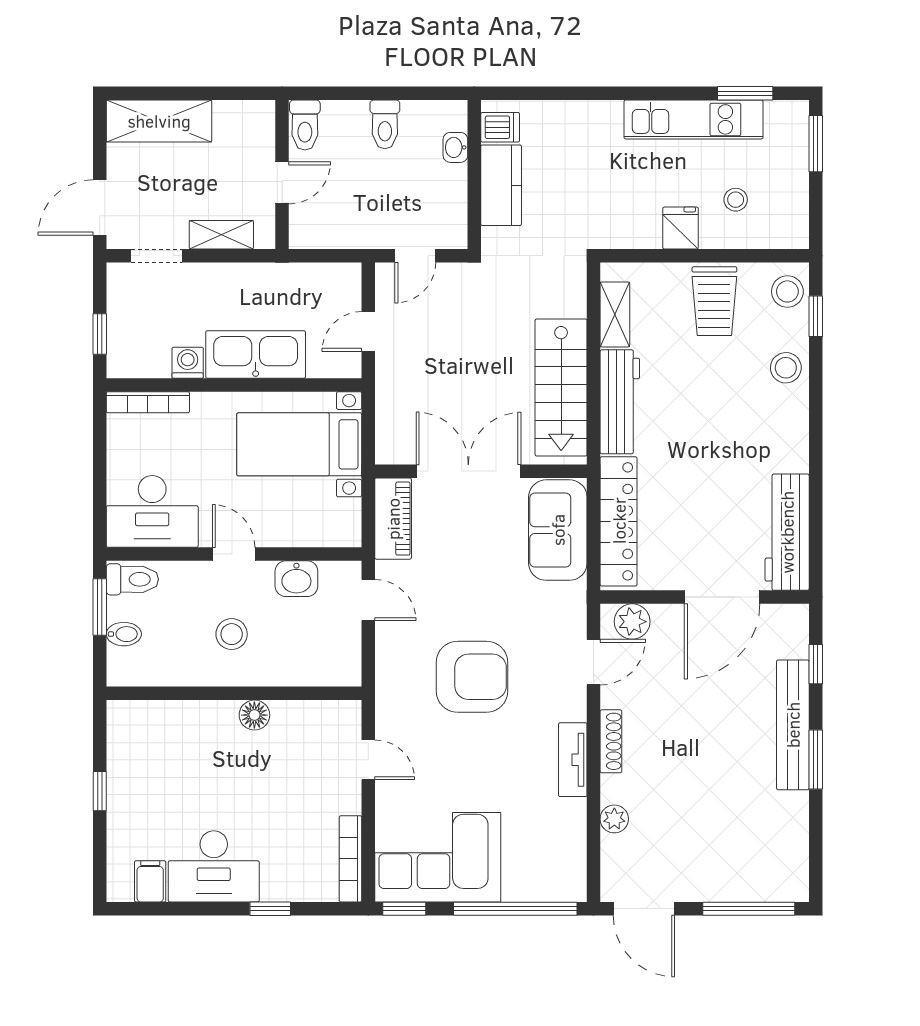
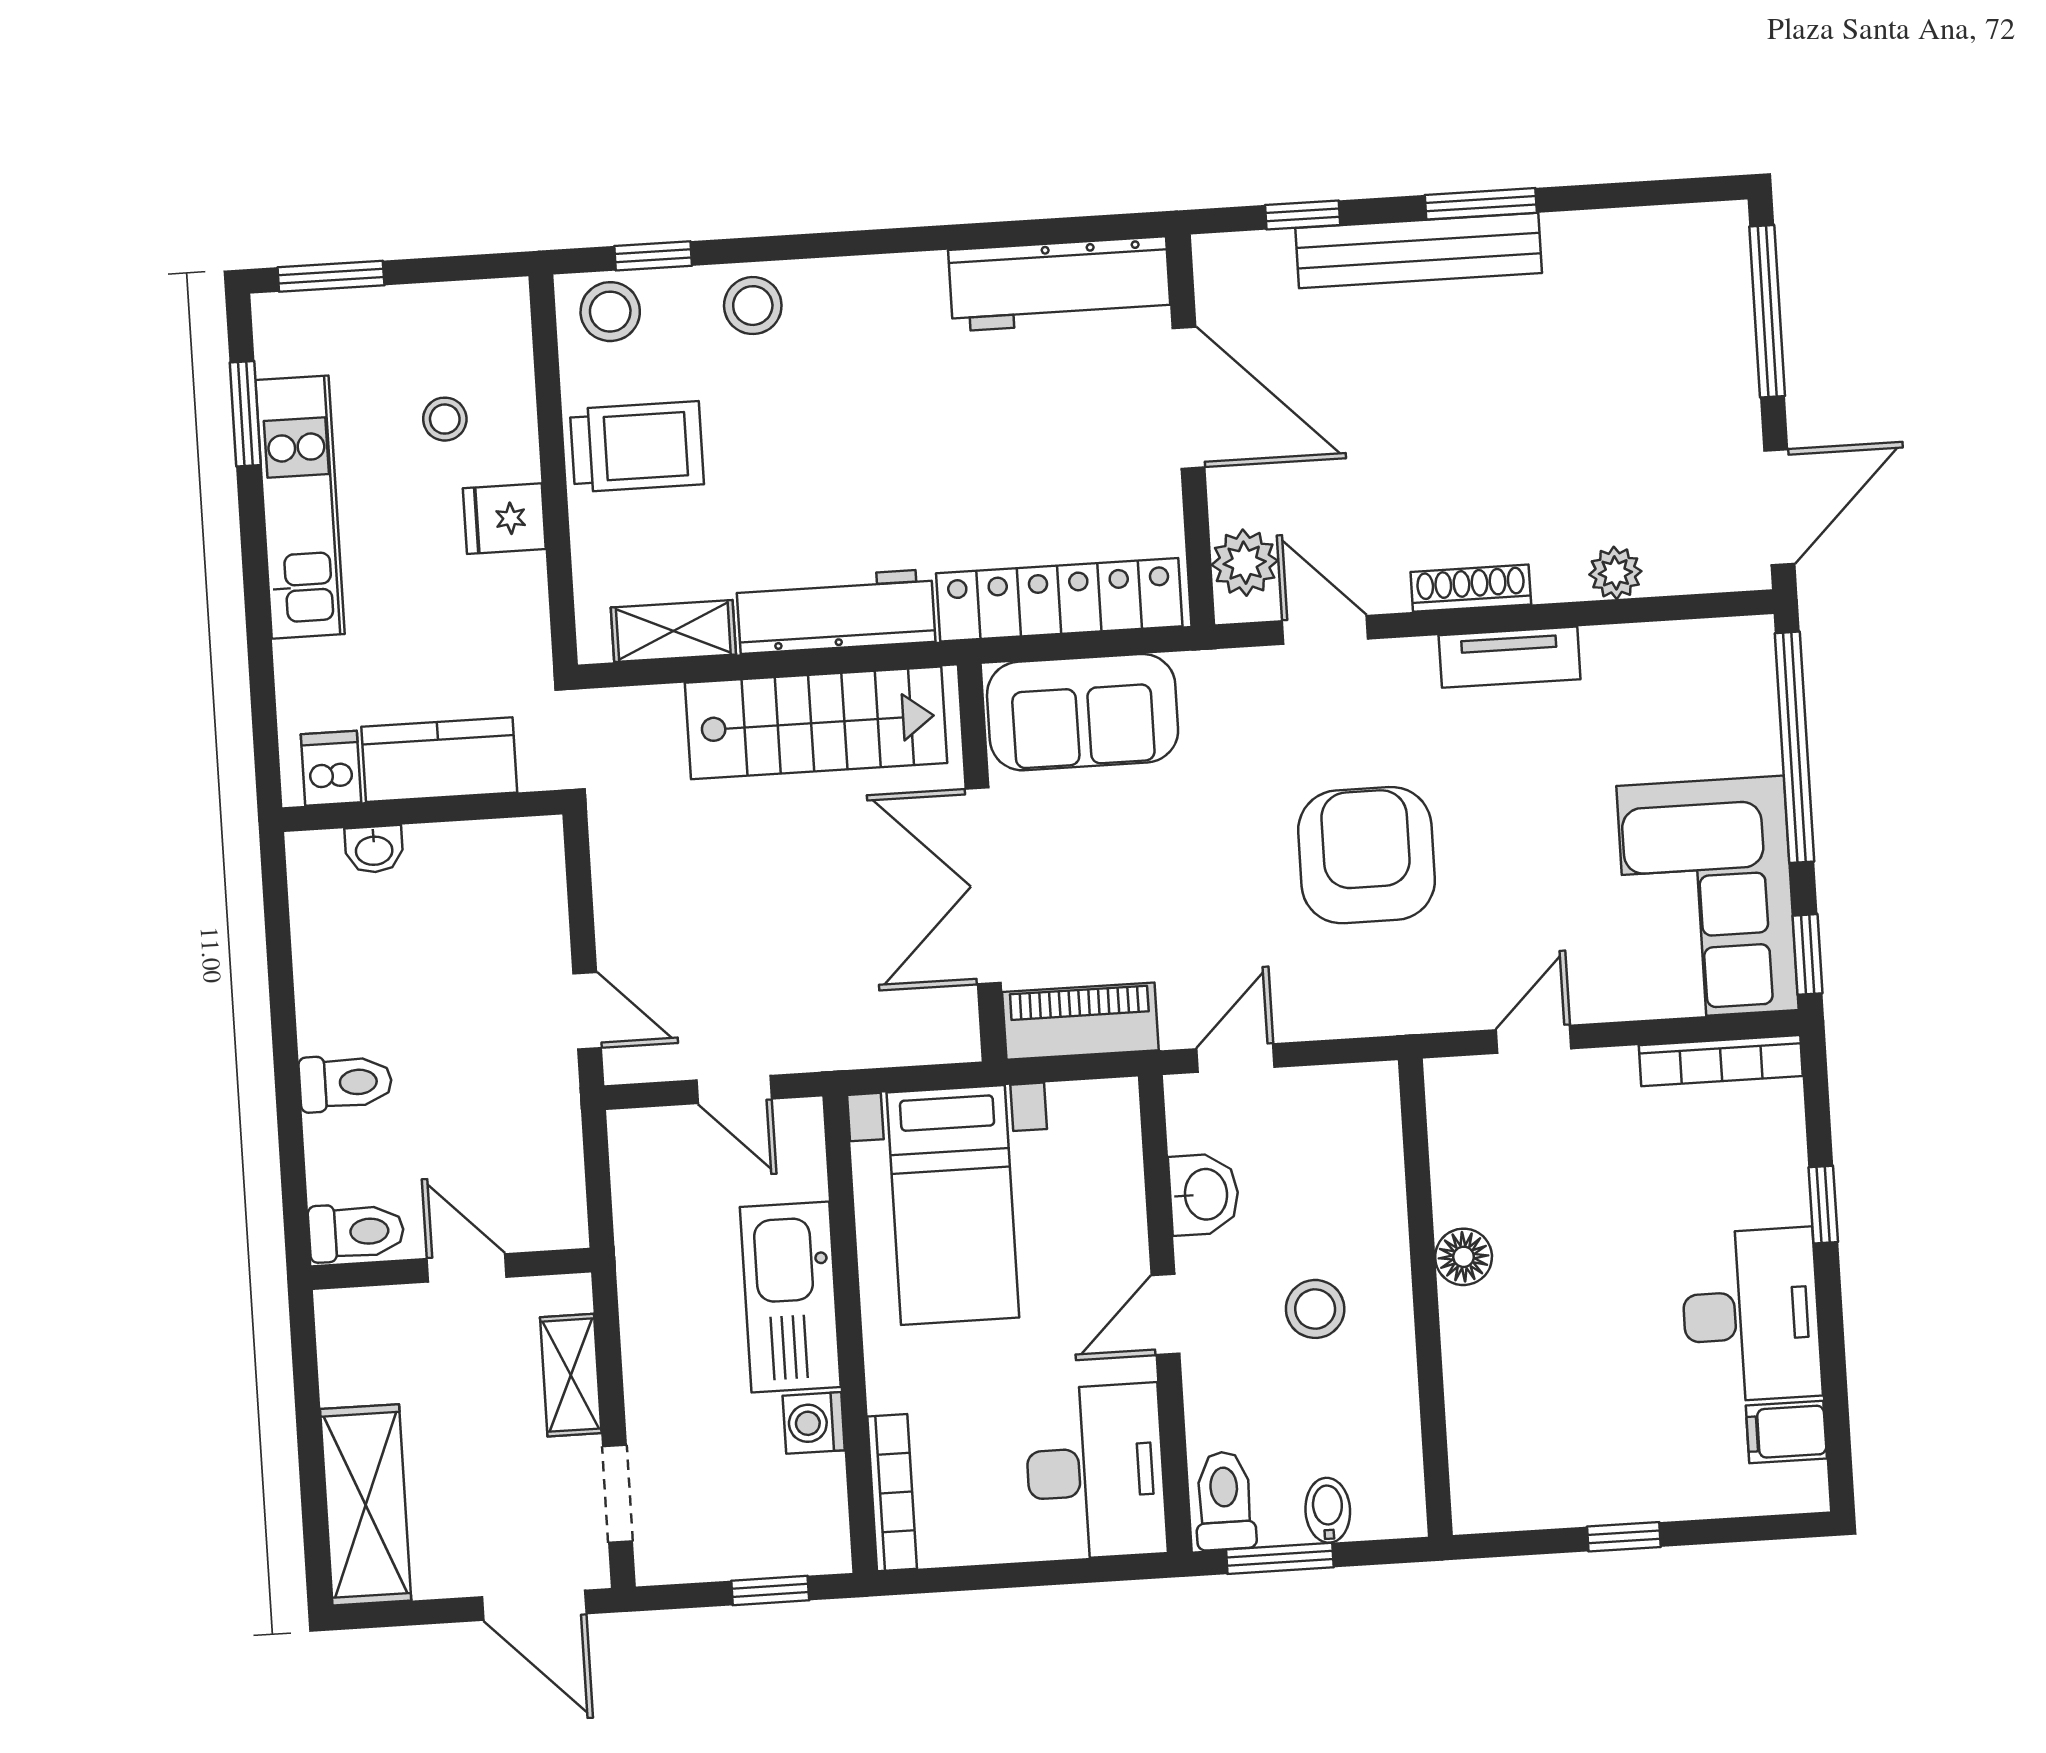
dishwasher: (500, 127) -> (331, 768), moved
washbasin: (455, 147) -> (374, 849), moved
wall: (474, 175) -> (422, 811), moved
kitchen counter: (501, 185) -> (439, 760), moved

